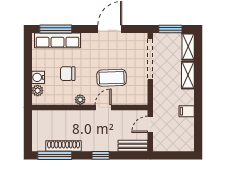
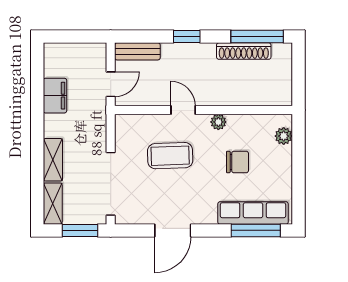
water cooler: (38, 77) -> (283, 156), removed
door: (103, 108) -> (183, 110), swing flipped
filing cabinet: (187, 111) -> (55, 96), width x2.00

